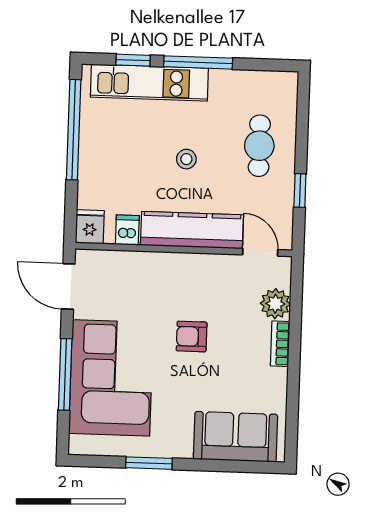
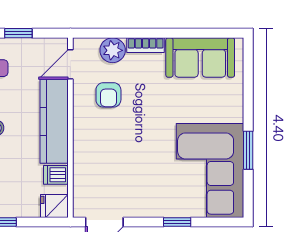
armchair: (192, 336) -> (108, 95), moved
window: (65, 374) -> (177, 222), width x0.46
corner sofa: (111, 378) -> (210, 170), moved, turned -90
sofa: (236, 437) -> (200, 57), moved, turned -90

